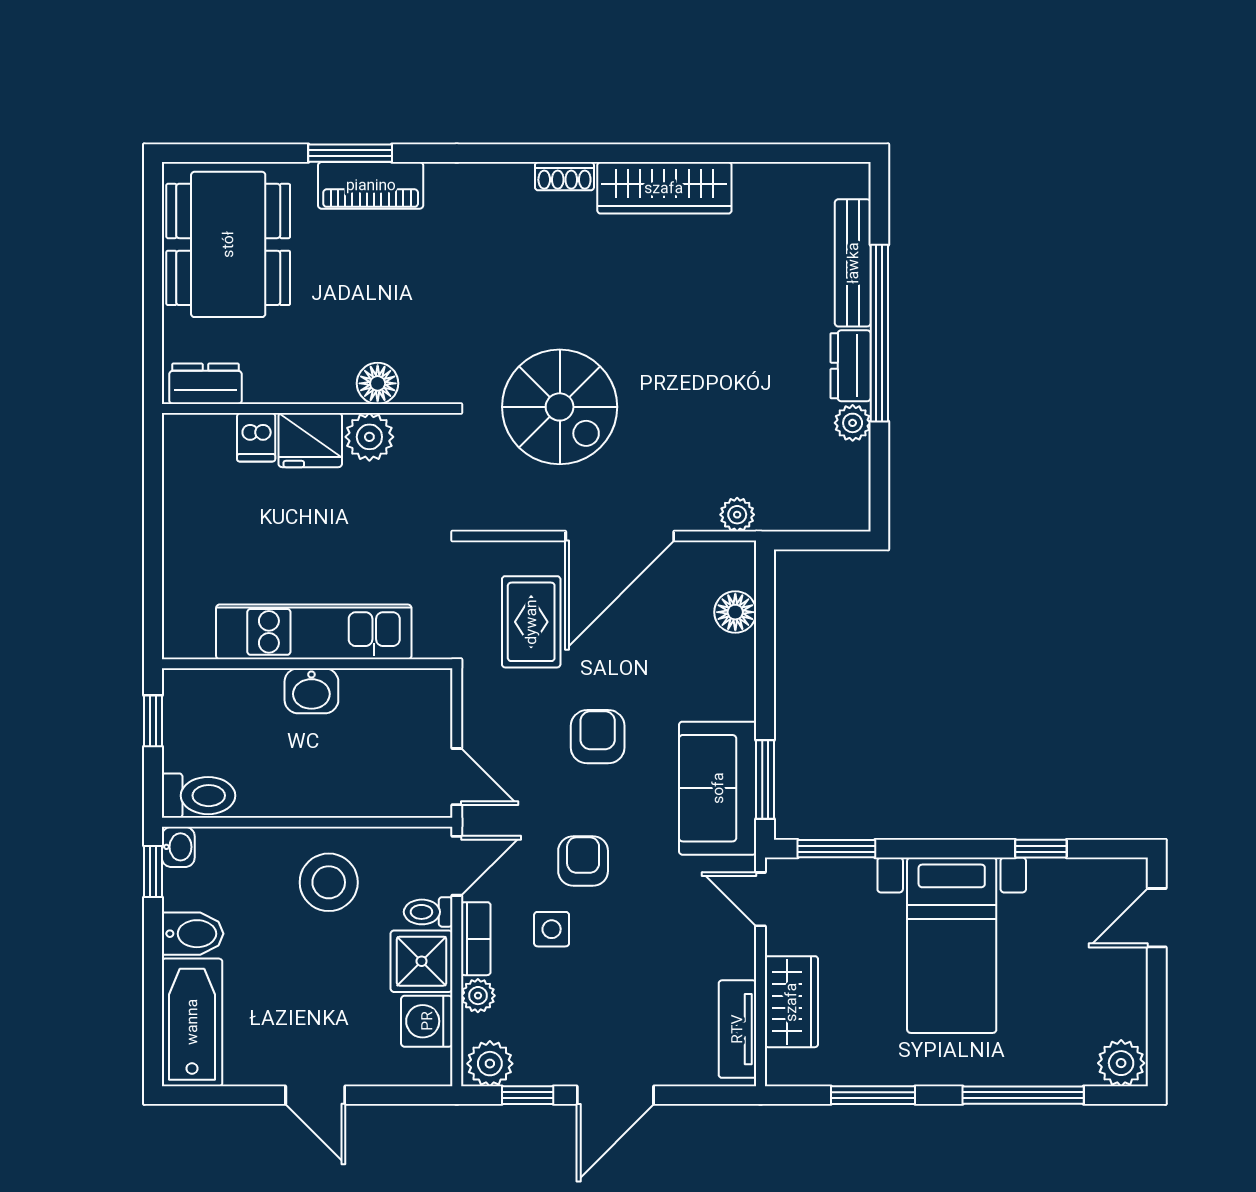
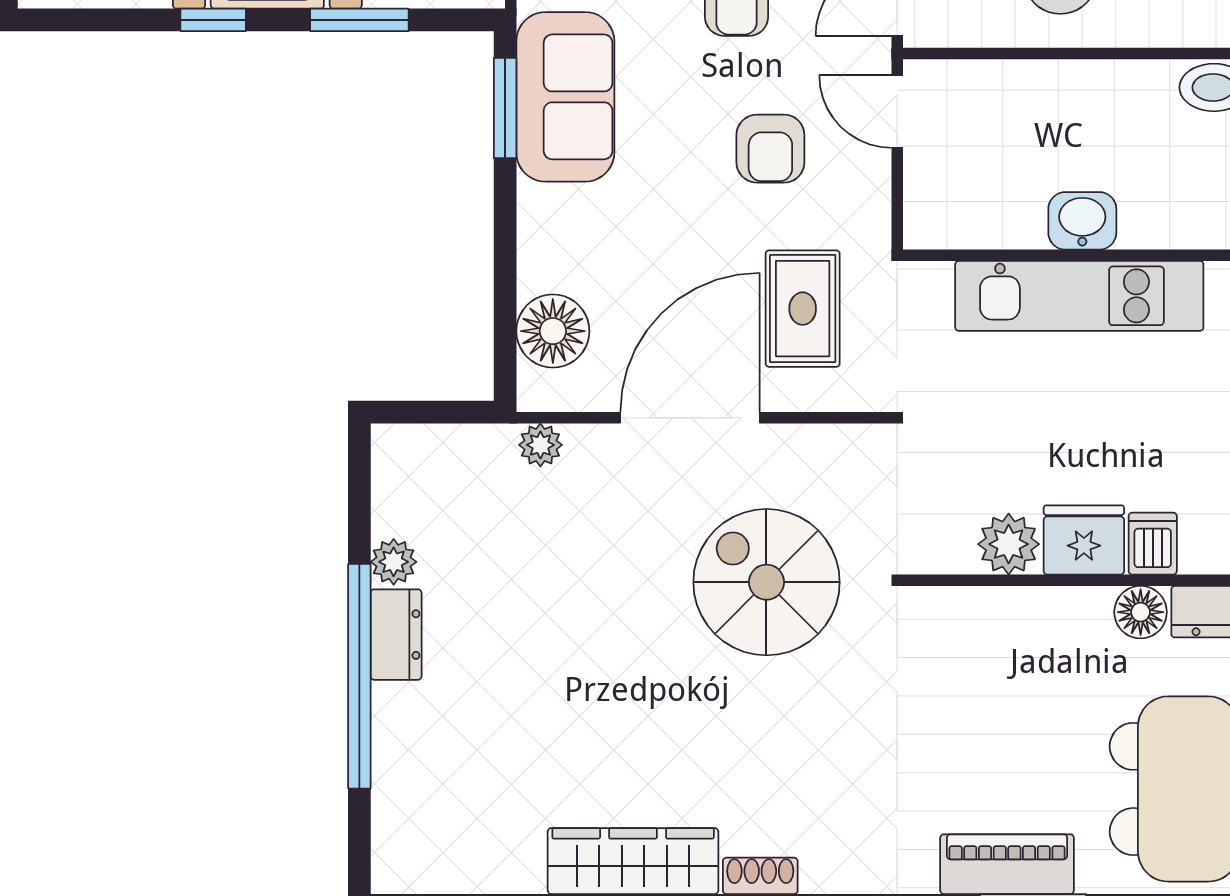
bench: (853, 263) -> (393, 765), removed
floor lamp: (378, 383) -> (1141, 612), moved
floor lamp: (735, 612) -> (553, 331), width x1.38, depth x1.38
armchair: (598, 737) -> (770, 149), moved
window: (836, 849) -> (359, 20), moved
window: (1041, 849) -> (213, 20), moved

